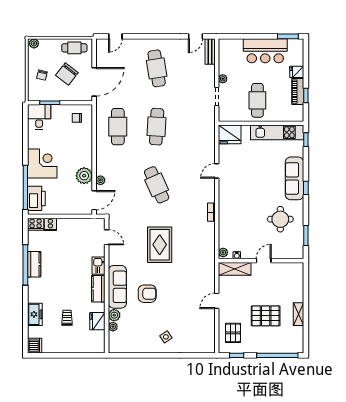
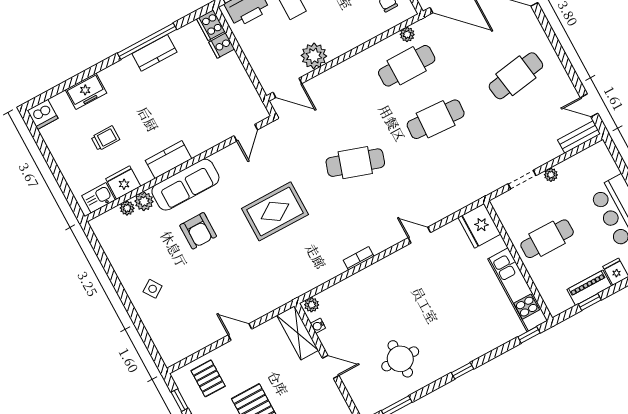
sofa: (294, 178) -> (467, 348), removed
plant: (100, 180) -> (407, 34), moved
cafe table: (157, 185) -> (355, 163), turned 42
kitchen sink: (98, 266) -> (99, 198), moved
pallet: (233, 333) -> (208, 378), turned 90

